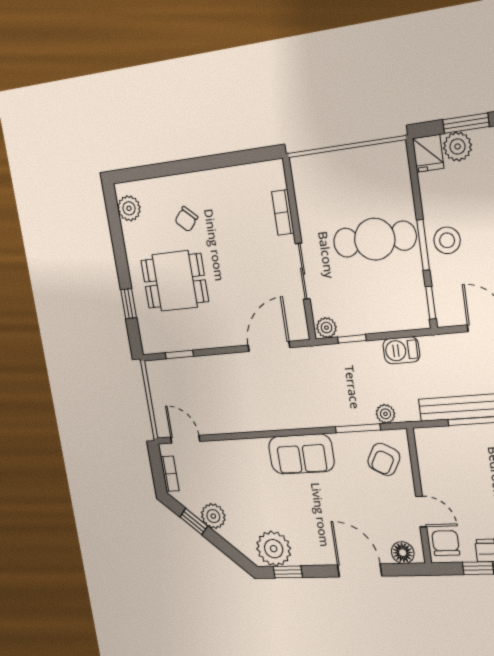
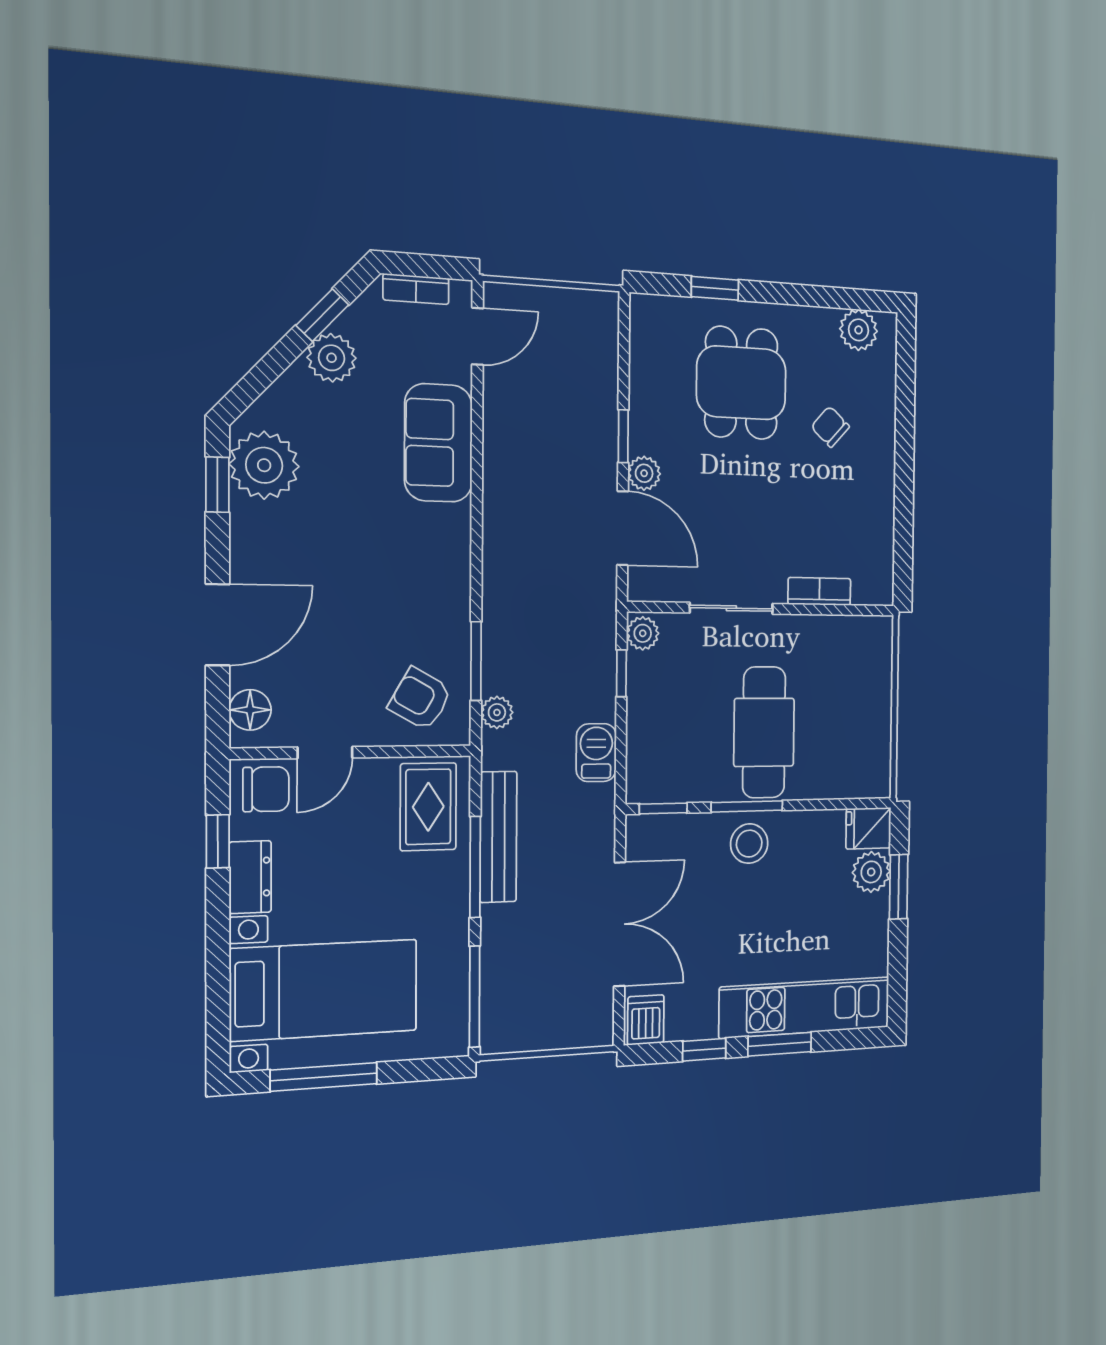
plant: (236, 336) -> (644, 473), added
window: (179, 355) -> (623, 436), moved
rug: (446, 451) -> (428, 807), added
sofa: (301, 454) -> (438, 443), moved

